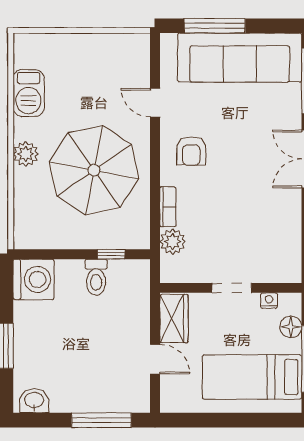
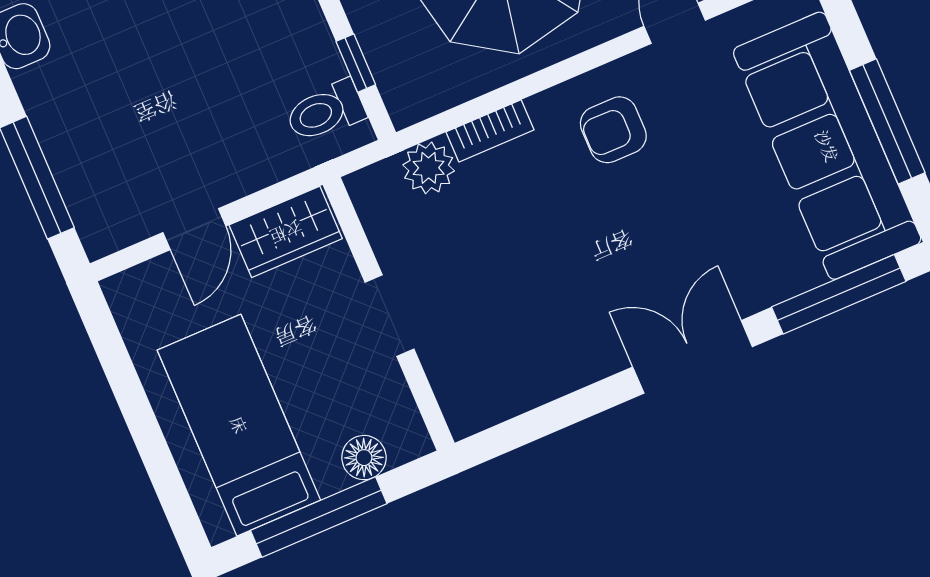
window: (215, 26) -> (887, 121), moved
toilet: (96, 277) -> (325, 111), moved
nightstand: (269, 301) -> (396, 396), removed

